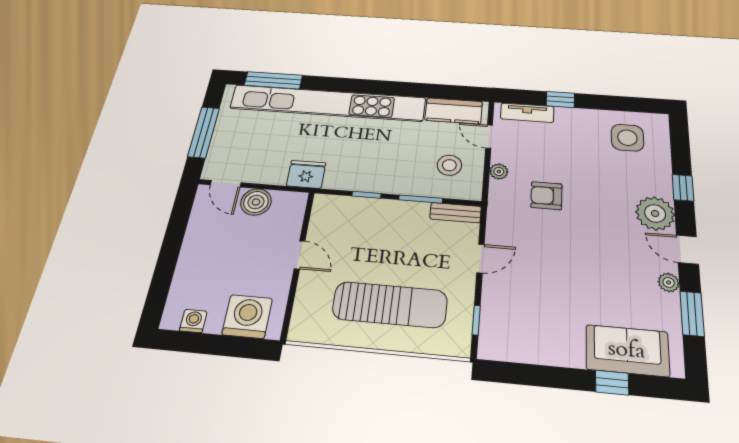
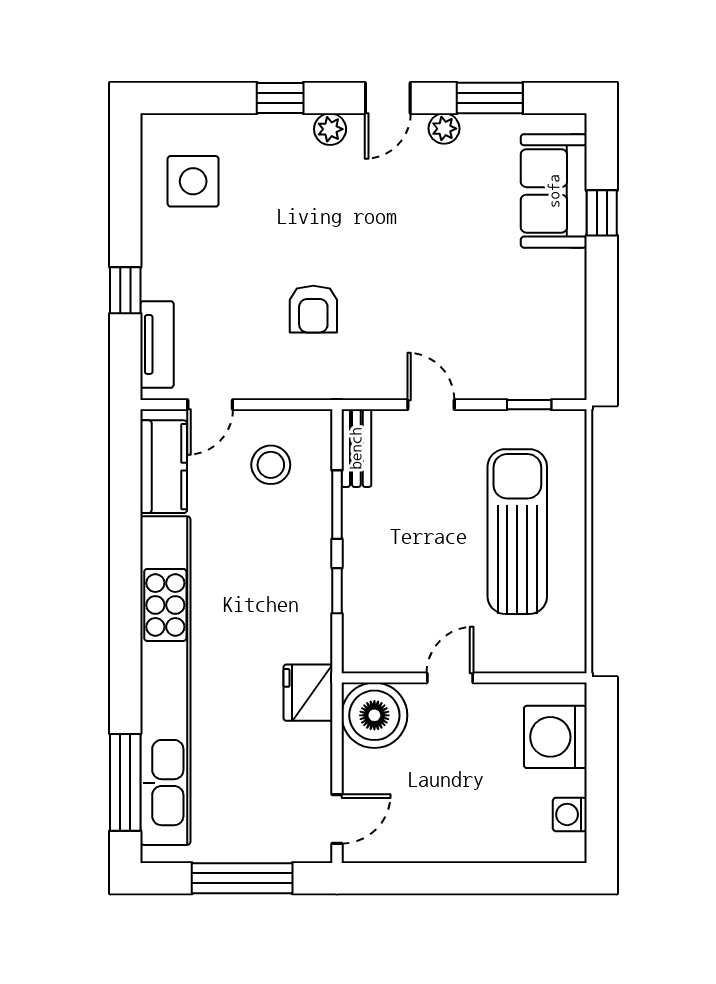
plant: (499, 172) -> (276, 385), removed
boiler: (256, 202) -> (374, 715), moved, width x1.37, depth x1.37
plant: (655, 213) -> (330, 129), width x0.53, depth x0.53

